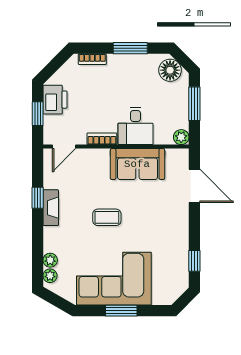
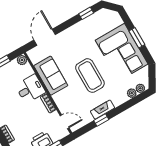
coffee table: (107, 217) -> (90, 76), width x1.86, depth x1.72

